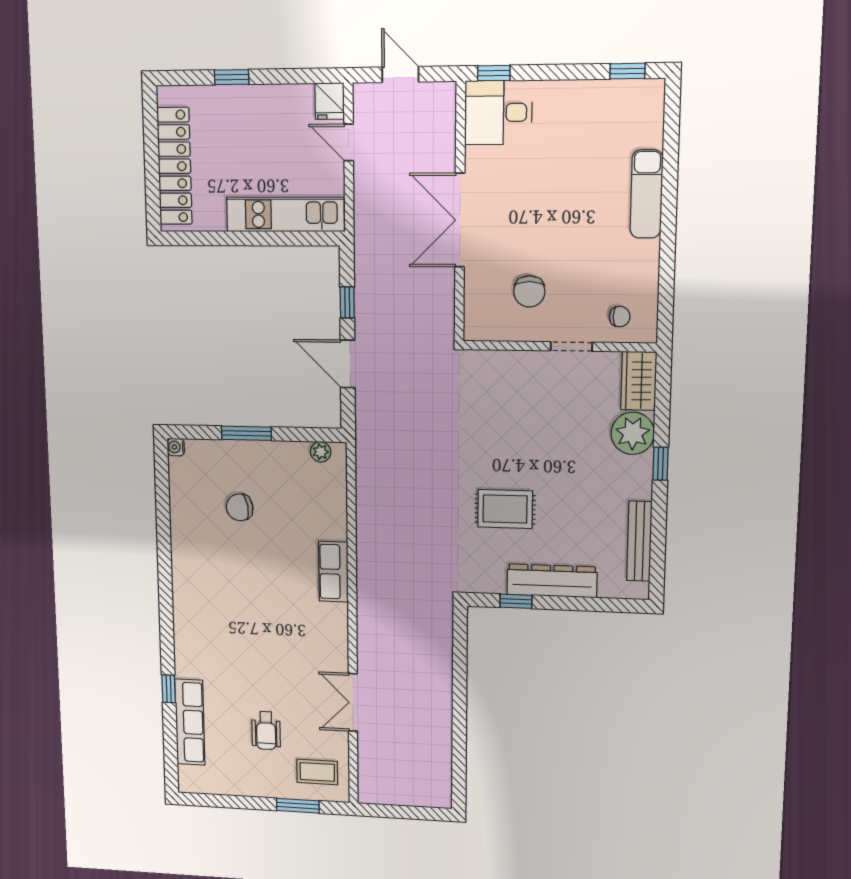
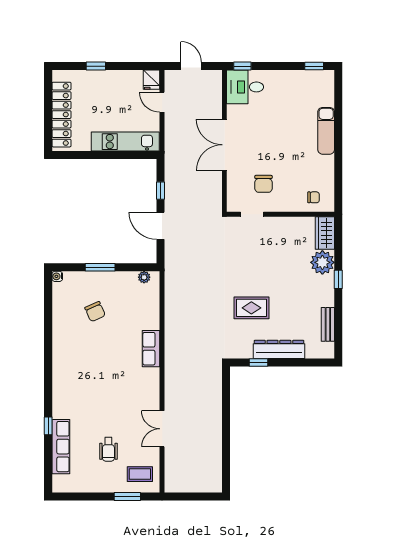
doorway: (571, 347) -> (252, 214), moved
chair: (240, 507) -> (95, 312), turned -104
bench: (639, 541) -> (328, 324), width x0.73

